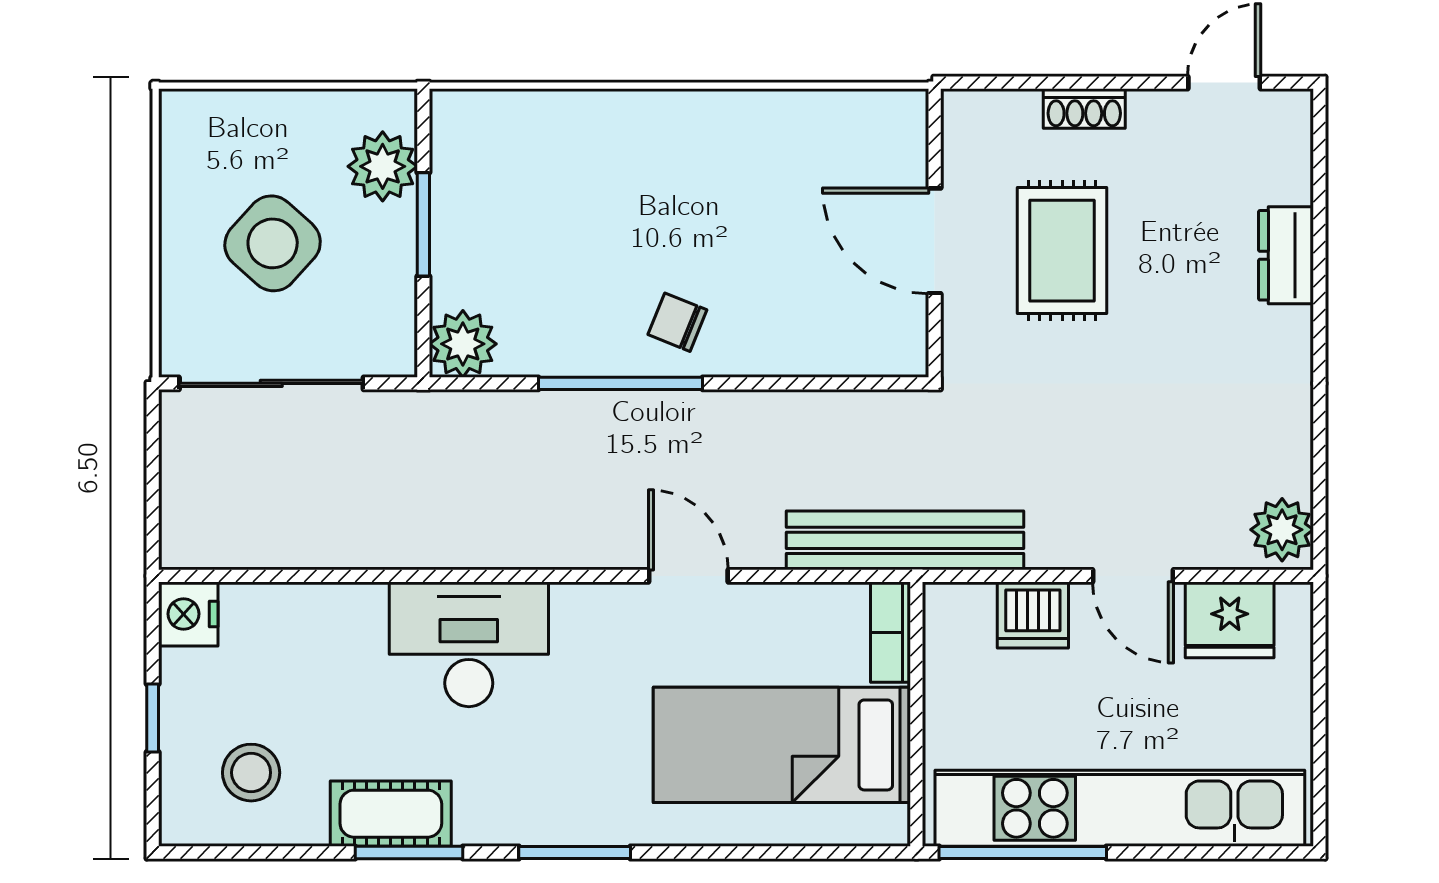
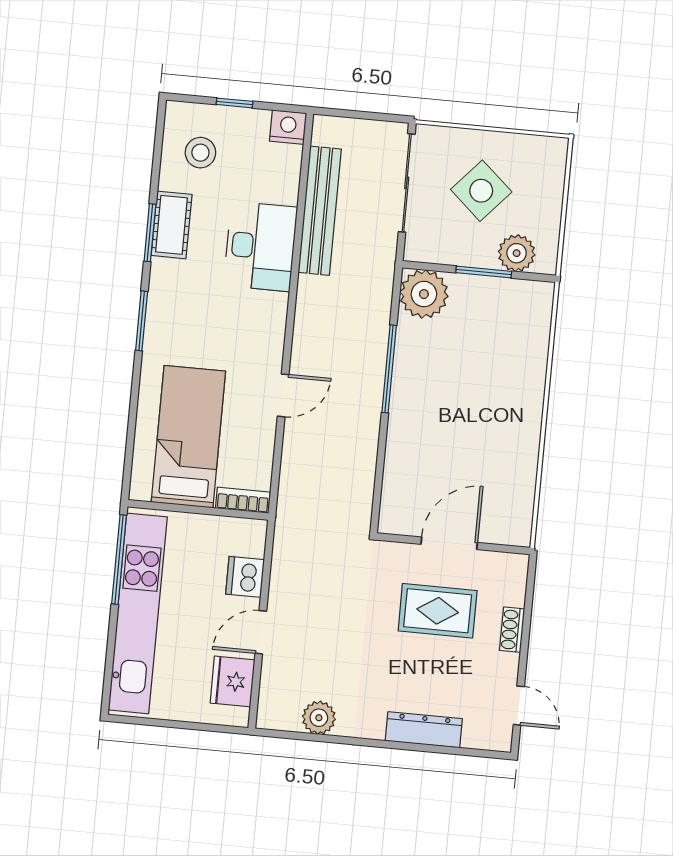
dresser: (1286, 255) -> (424, 730), width x1.44
chair: (677, 322) -> (419, 402), removed
plant: (463, 344) -> (424, 294), width x1.36, depth x1.36
plant: (1282, 530) -> (319, 718), moved
bench: (905, 540) -> (320, 211), moved
desk: (469, 644) -> (260, 246), moved

